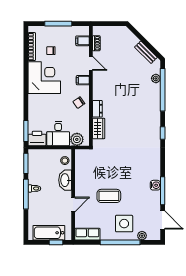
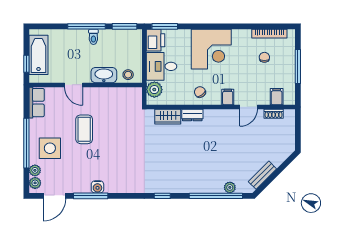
corner desk: (44, 78) -> (211, 49), moved
plant: (152, 236) -> (35, 183), added

